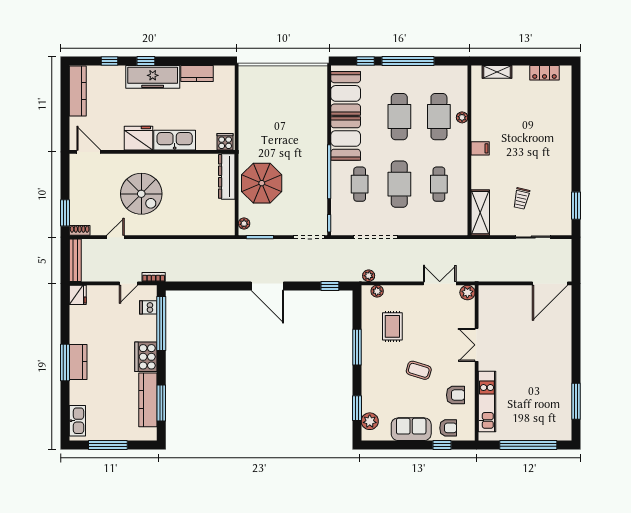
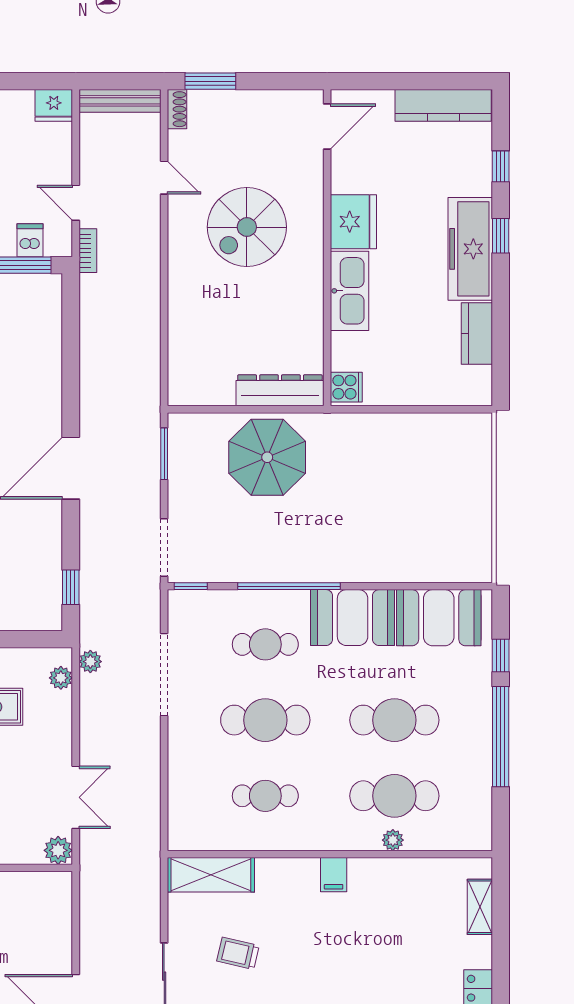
plant: (244, 224) -> (190, 423), removed

